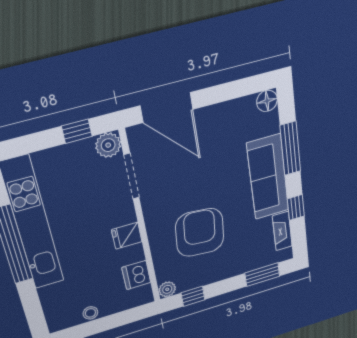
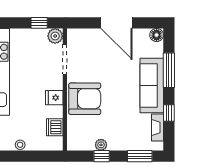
door: (167, 108) -> (117, 23), moved
armchair: (200, 233) -> (85, 99), moved, turned 85
plant: (167, 289) -> (101, 145), moved
window: (193, 296) -> (102, 156), moved

